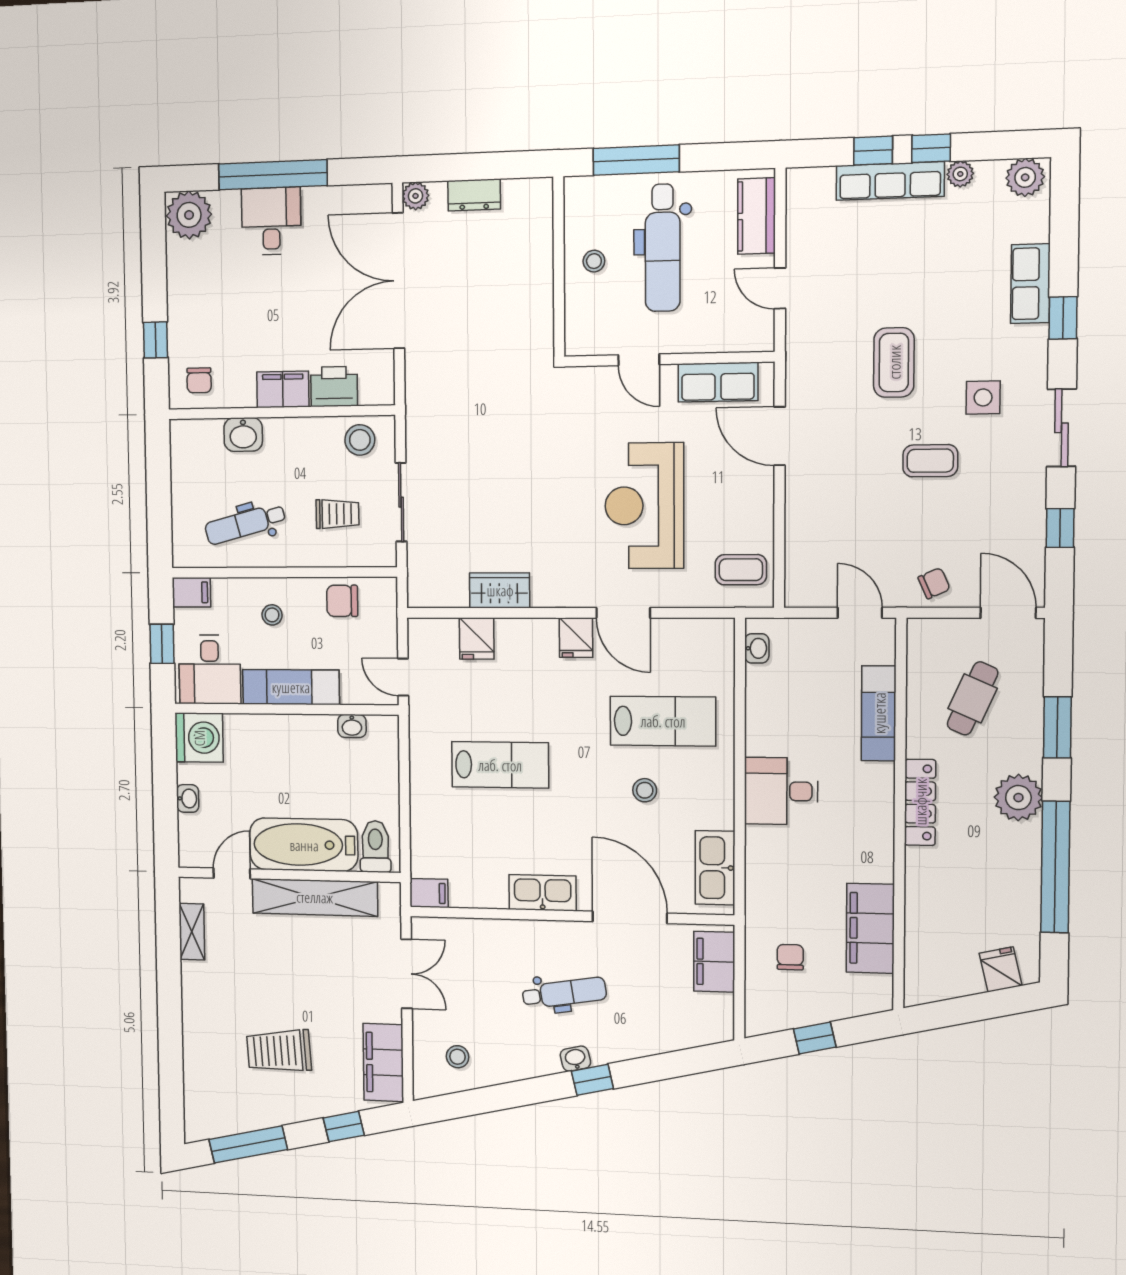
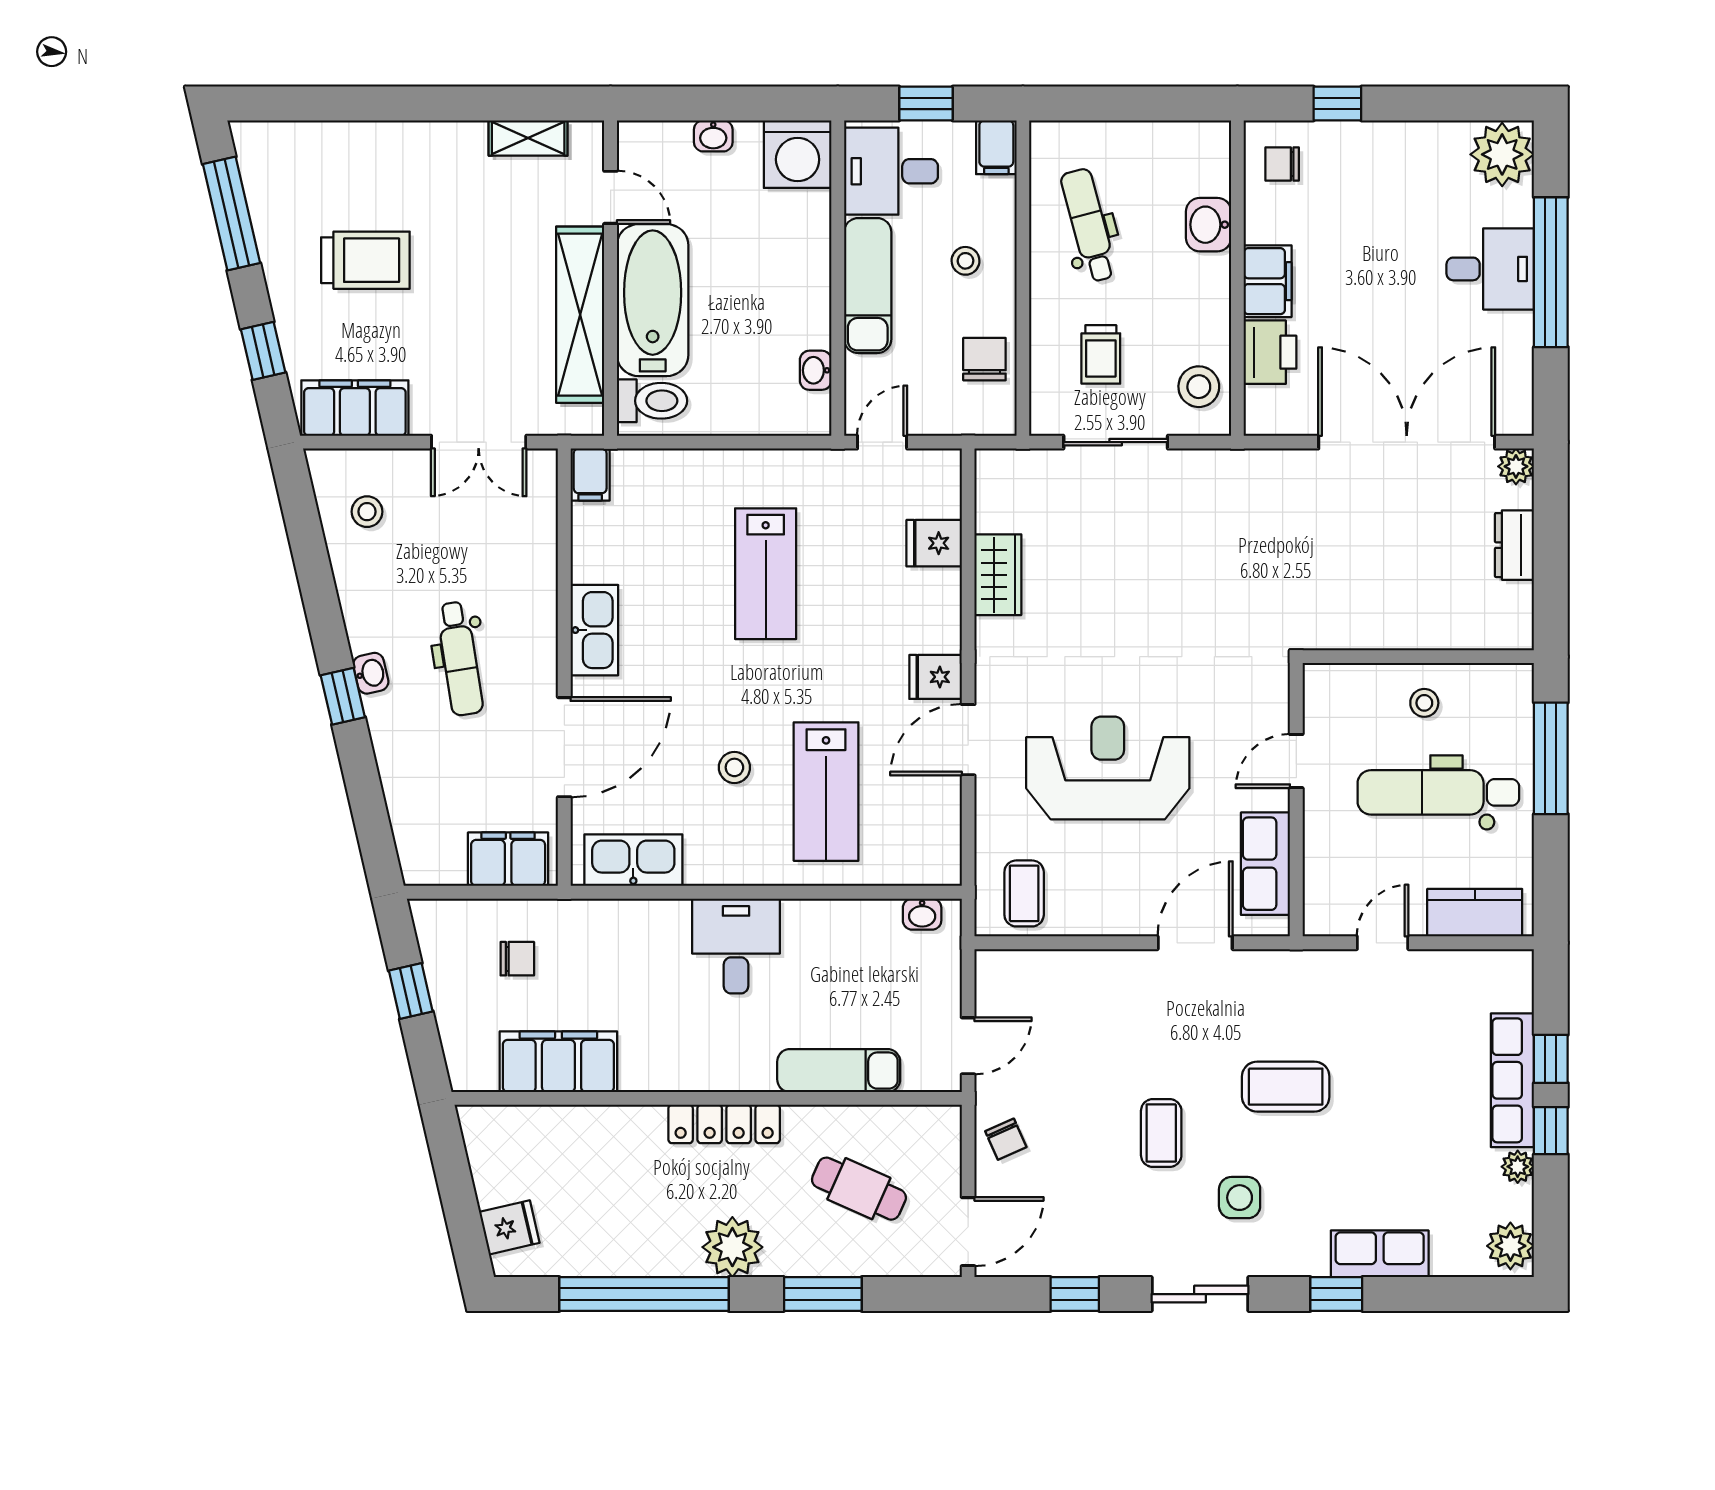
trolley: (279, 1051) -> (365, 260), turned 94

